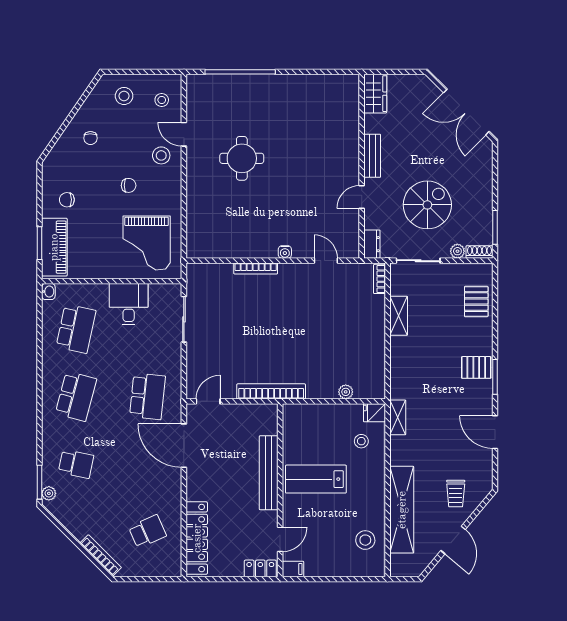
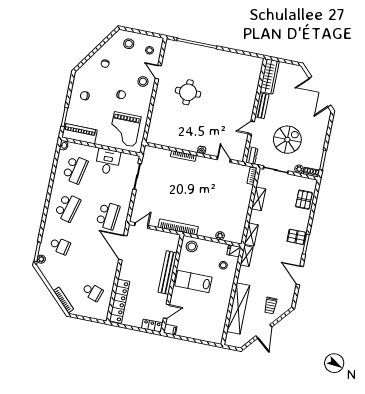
wardrobe: (375, 94) -> (270, 76), width x1.50
piano: (54, 247) -> (79, 134), moved, turned -90
shelving: (398, 379) -> (251, 235), added
school desk: (147, 531) -> (92, 292), turned 42
stool: (365, 540) -> (192, 246), moved

